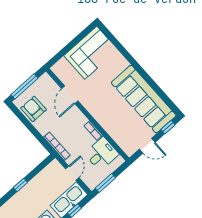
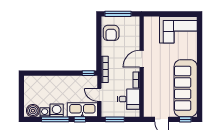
door: (70, 95) -> (142, 59), moved
armchair: (34, 109) -> (111, 33), turned 180
door: (72, 173) -> (99, 95), swing flipped
window: (20, 185) -> (88, 73), moved

